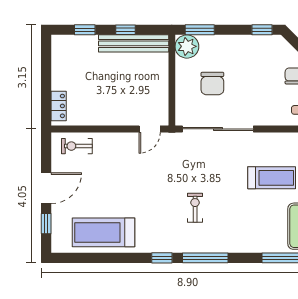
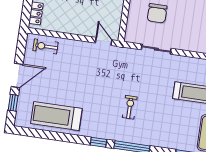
door: (150, 129) -> (104, 41), swing flipped
sliding door: (218, 129) -> (156, 49), width x0.54

